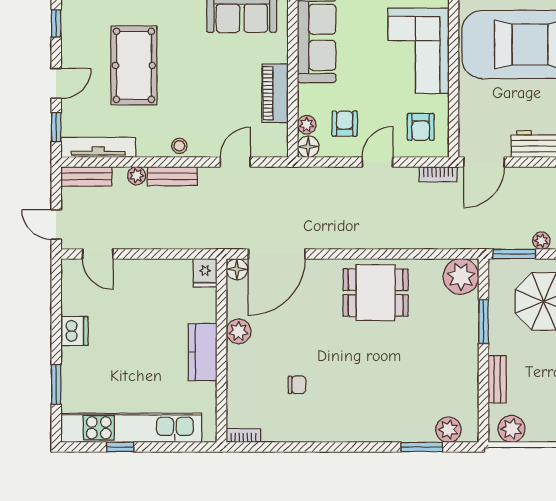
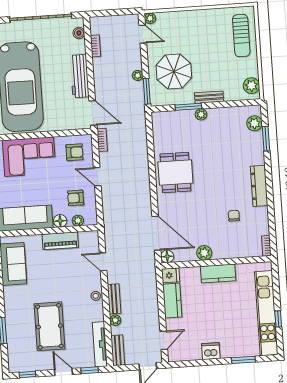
pool table: (134, 65) -> (49, 326), turned 90
floor lamp: (308, 147) -> (60, 221), moved
kitchen counter: (163, 273) -> (172, 301), added
plant: (461, 276) -> (201, 114), moved, width x0.53, depth x0.53
bench: (497, 379) -> (209, 97), moved
dresser: (344, 430) -> (259, 186), added

